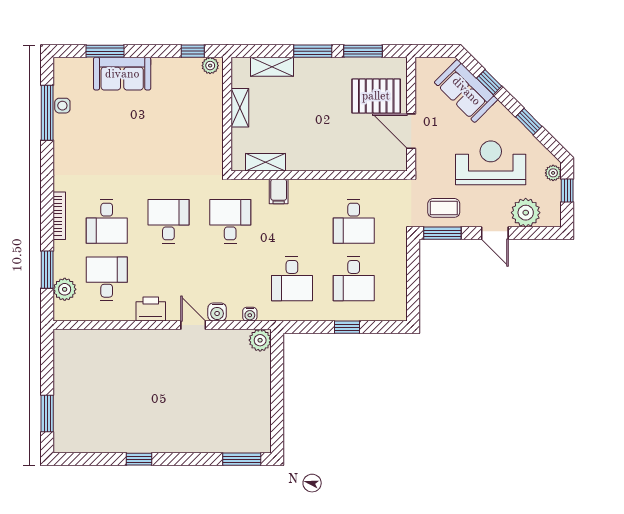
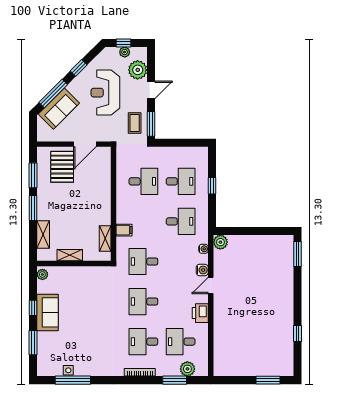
window: (193, 51) -> (33, 308), moved
sofa: (122, 74) -> (48, 312), moved
window: (489, 82) -> (53, 94), width x2.17
plant: (553, 173) -> (125, 52), moved
desk: (107, 221) -> (143, 342), turned 180
window: (139, 459) -> (298, 334), moved

